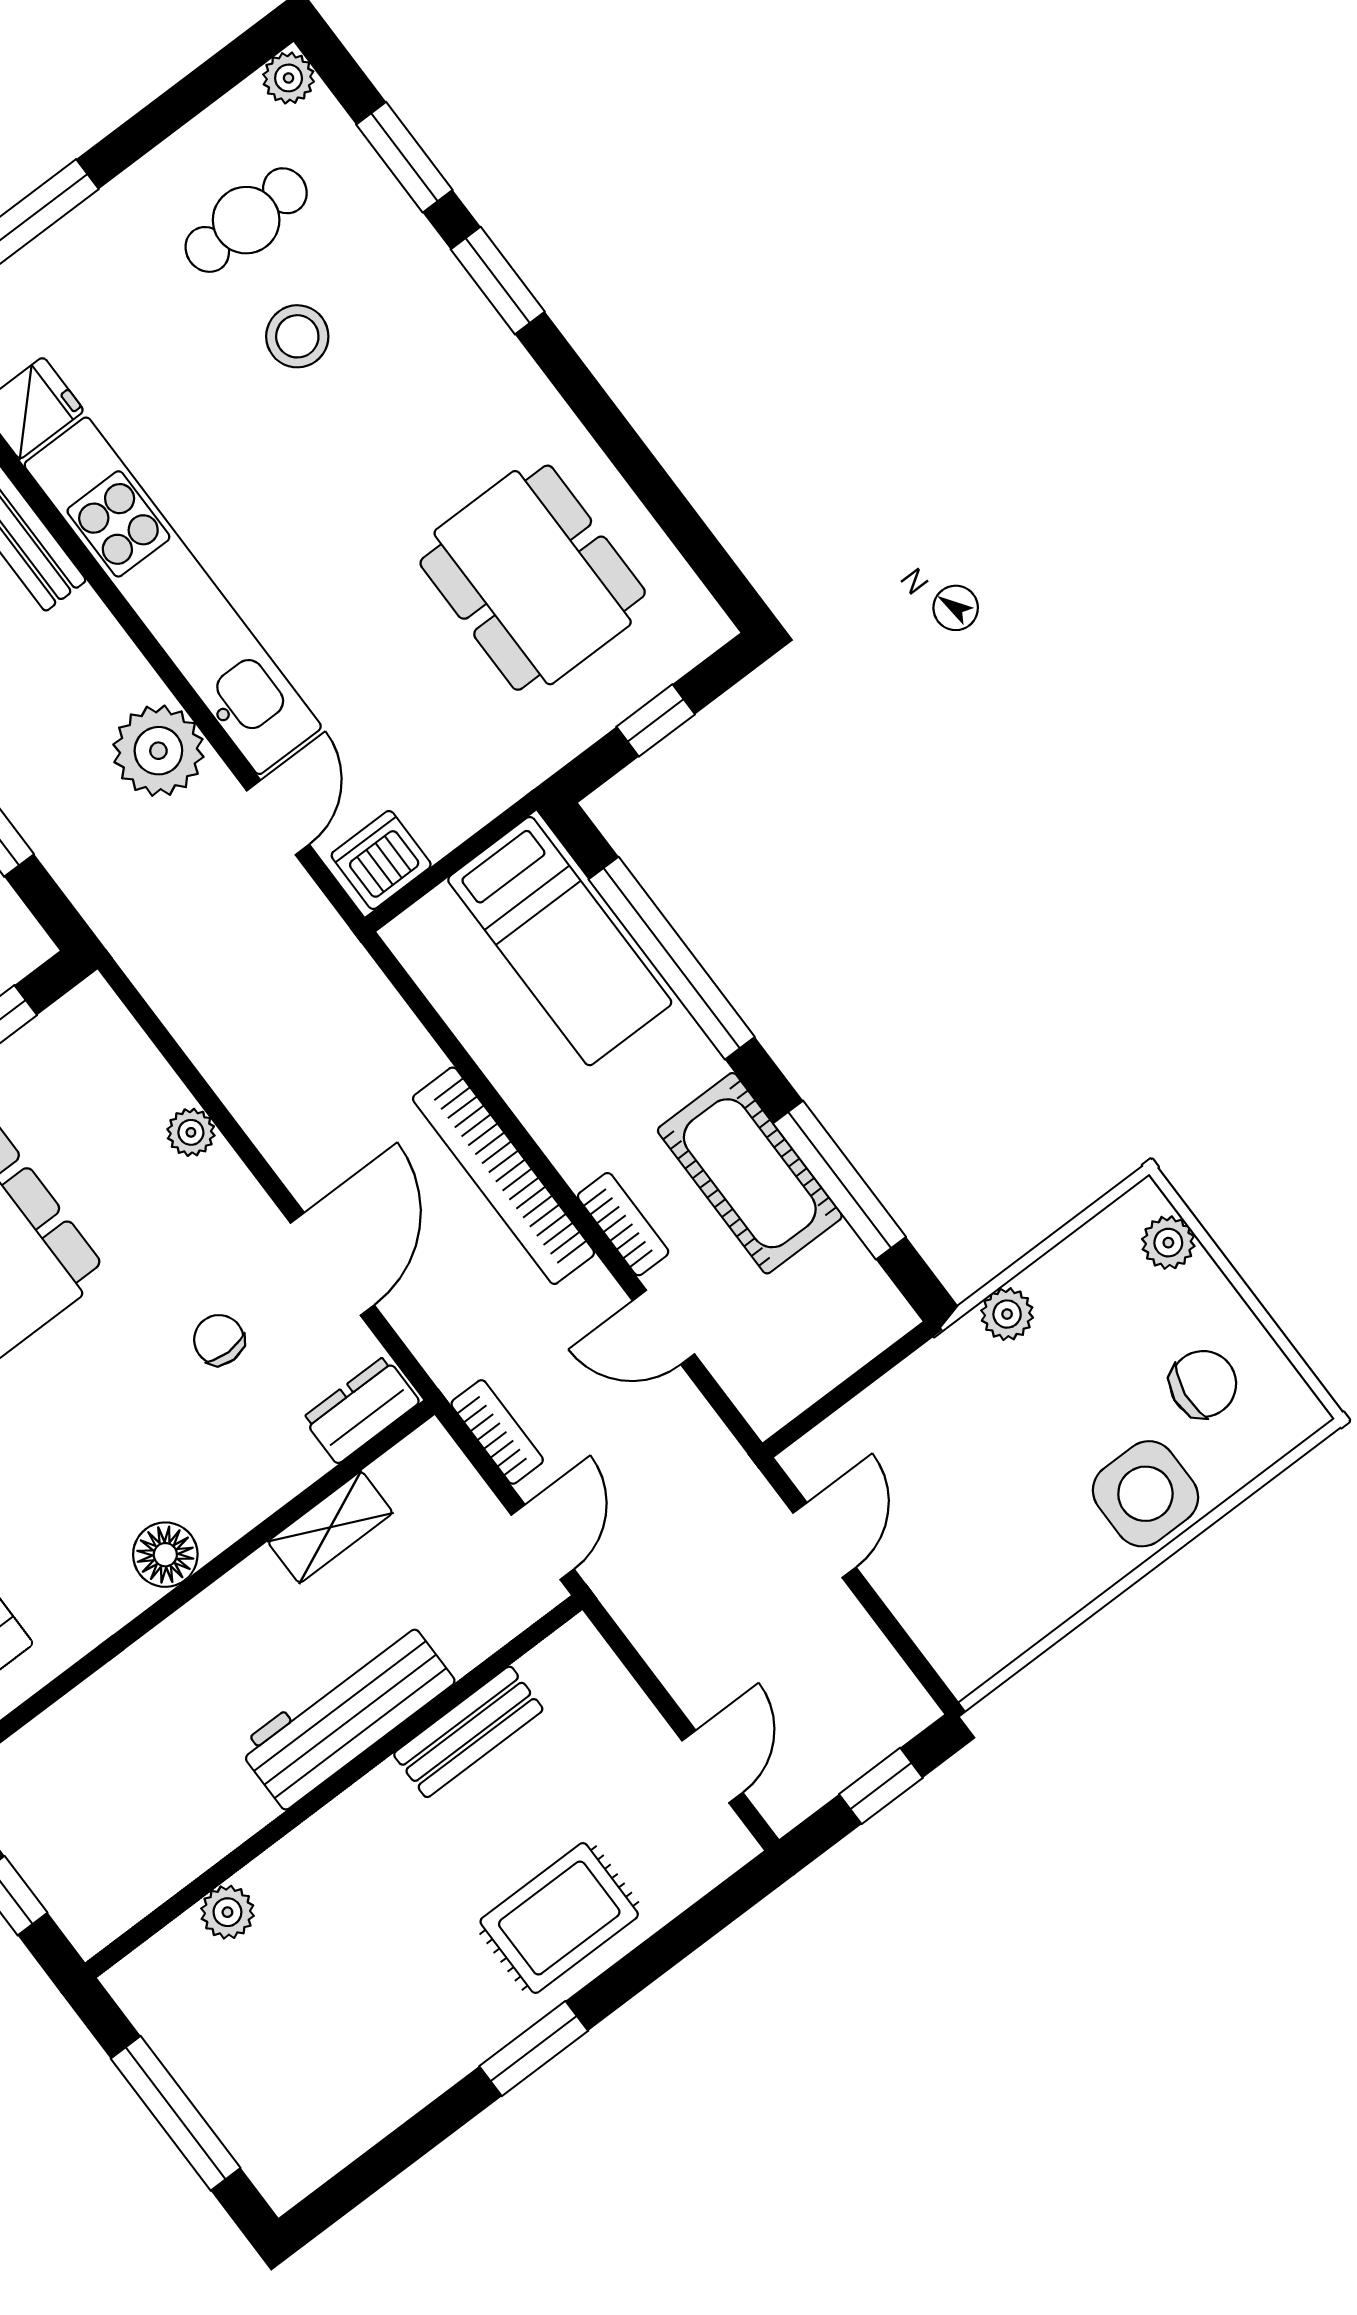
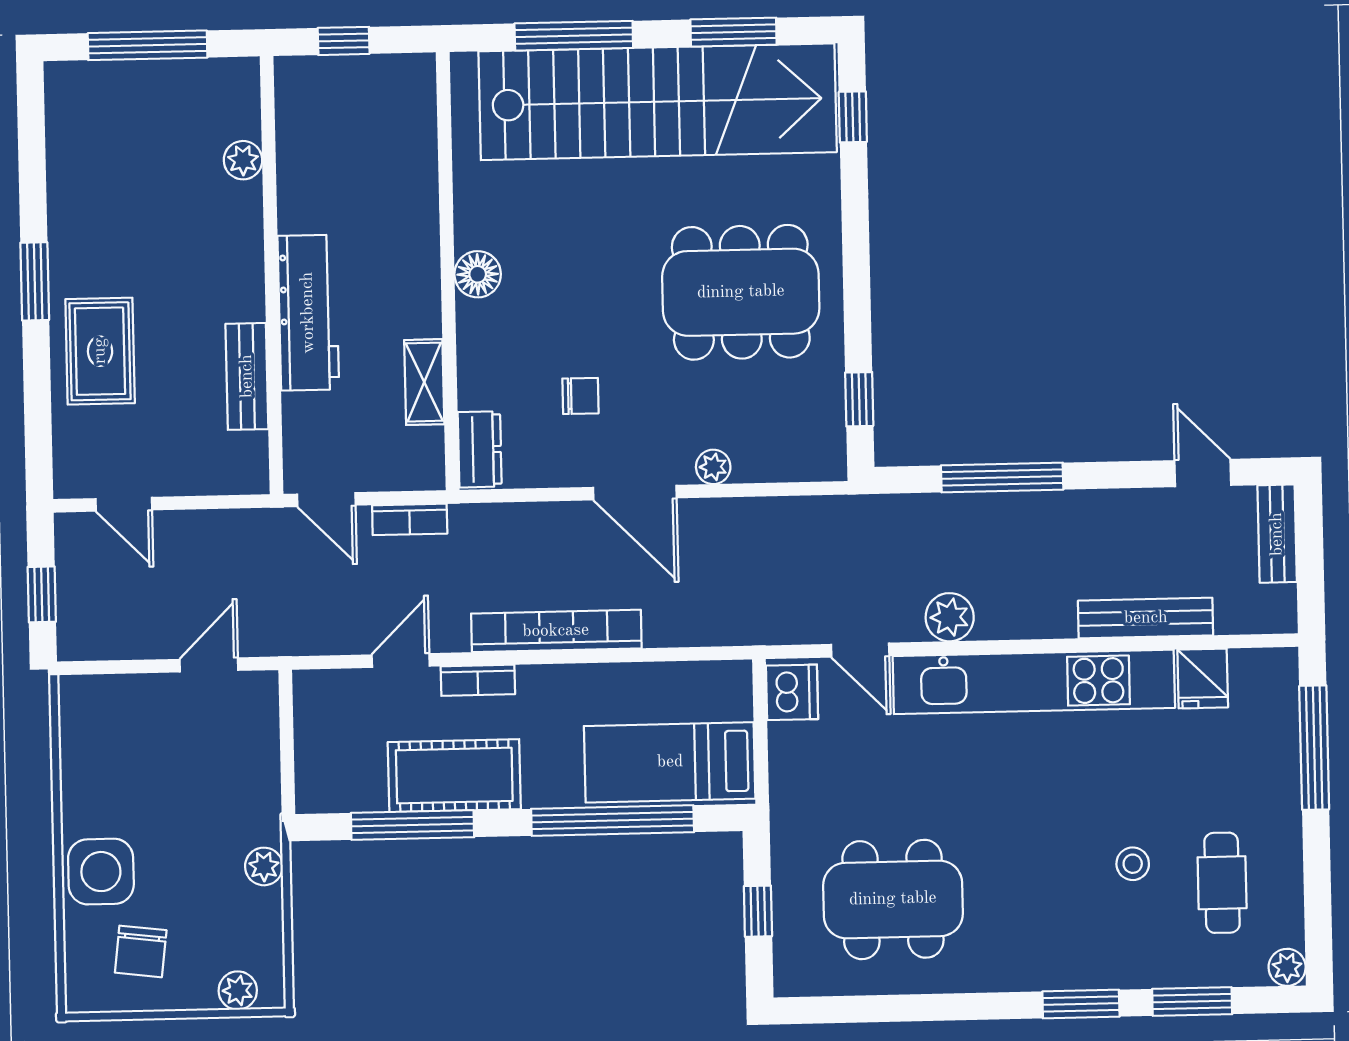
stool: (297, 336) -> (1133, 864), width x0.73, depth x0.73
plant: (158, 751) -> (950, 617), width x0.73, depth x0.73
door: (332, 1264) -> (635, 493), moved
door: (825, 1540) -> (209, 665), swing flipped

